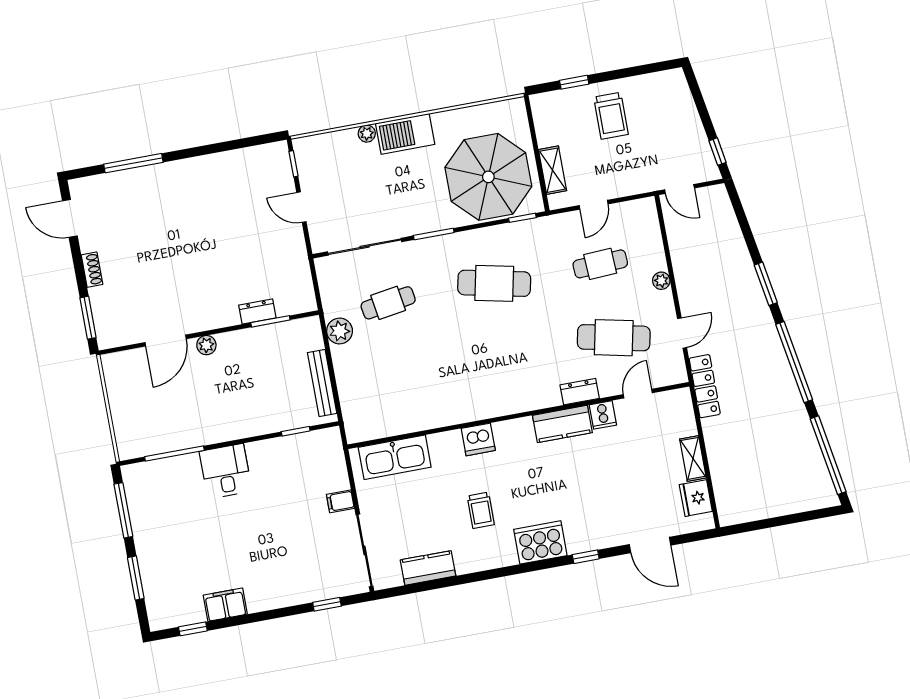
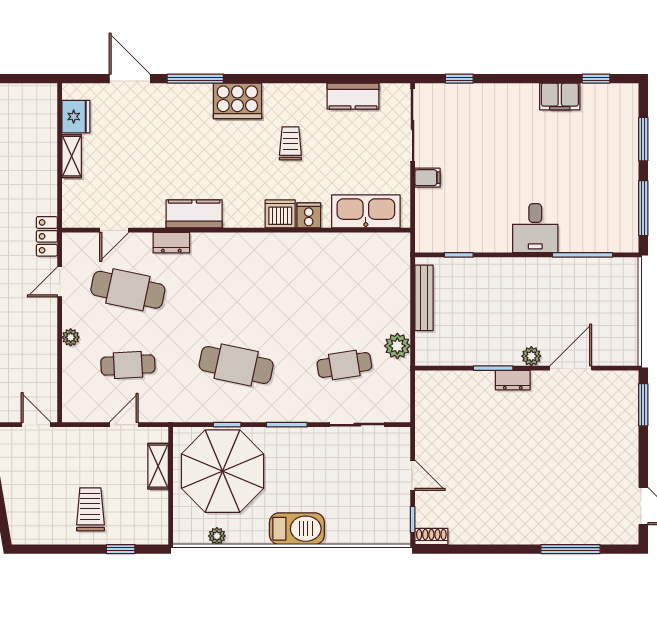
plant: (367, 134) -> (217, 536), moved
window: (522, 218) -> (227, 425), moved
sliding door: (365, 247) -> (357, 425), width x0.73
shoe rack: (92, 270) -> (431, 536), moved, turned 90
dresser: (257, 312) -> (513, 380), moved
window: (270, 321) -> (493, 368), moved
locker: (705, 386) -> (47, 236), width x0.66
cooker: (603, 415) -> (309, 215), moved
window: (586, 557) -> (195, 79), width x2.17

